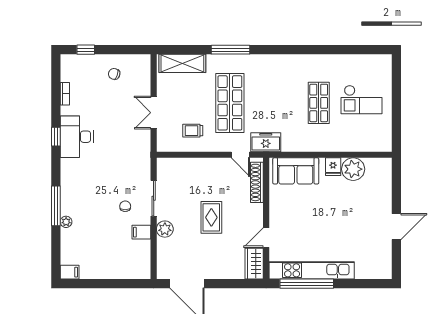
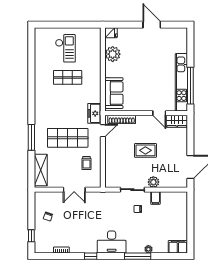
desk: (77, 137) -> (112, 242), moved
fridge: (333, 167) -> (111, 33), moved
filing cabinet: (70, 272) -> (178, 247), width x2.00

